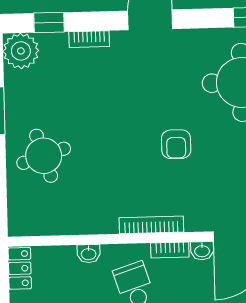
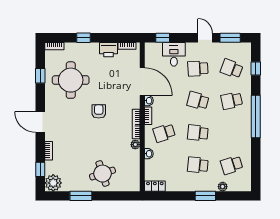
armchair: (176, 144) -> (99, 111), turned -90
plant: (107, 224) -> (135, 145), added

